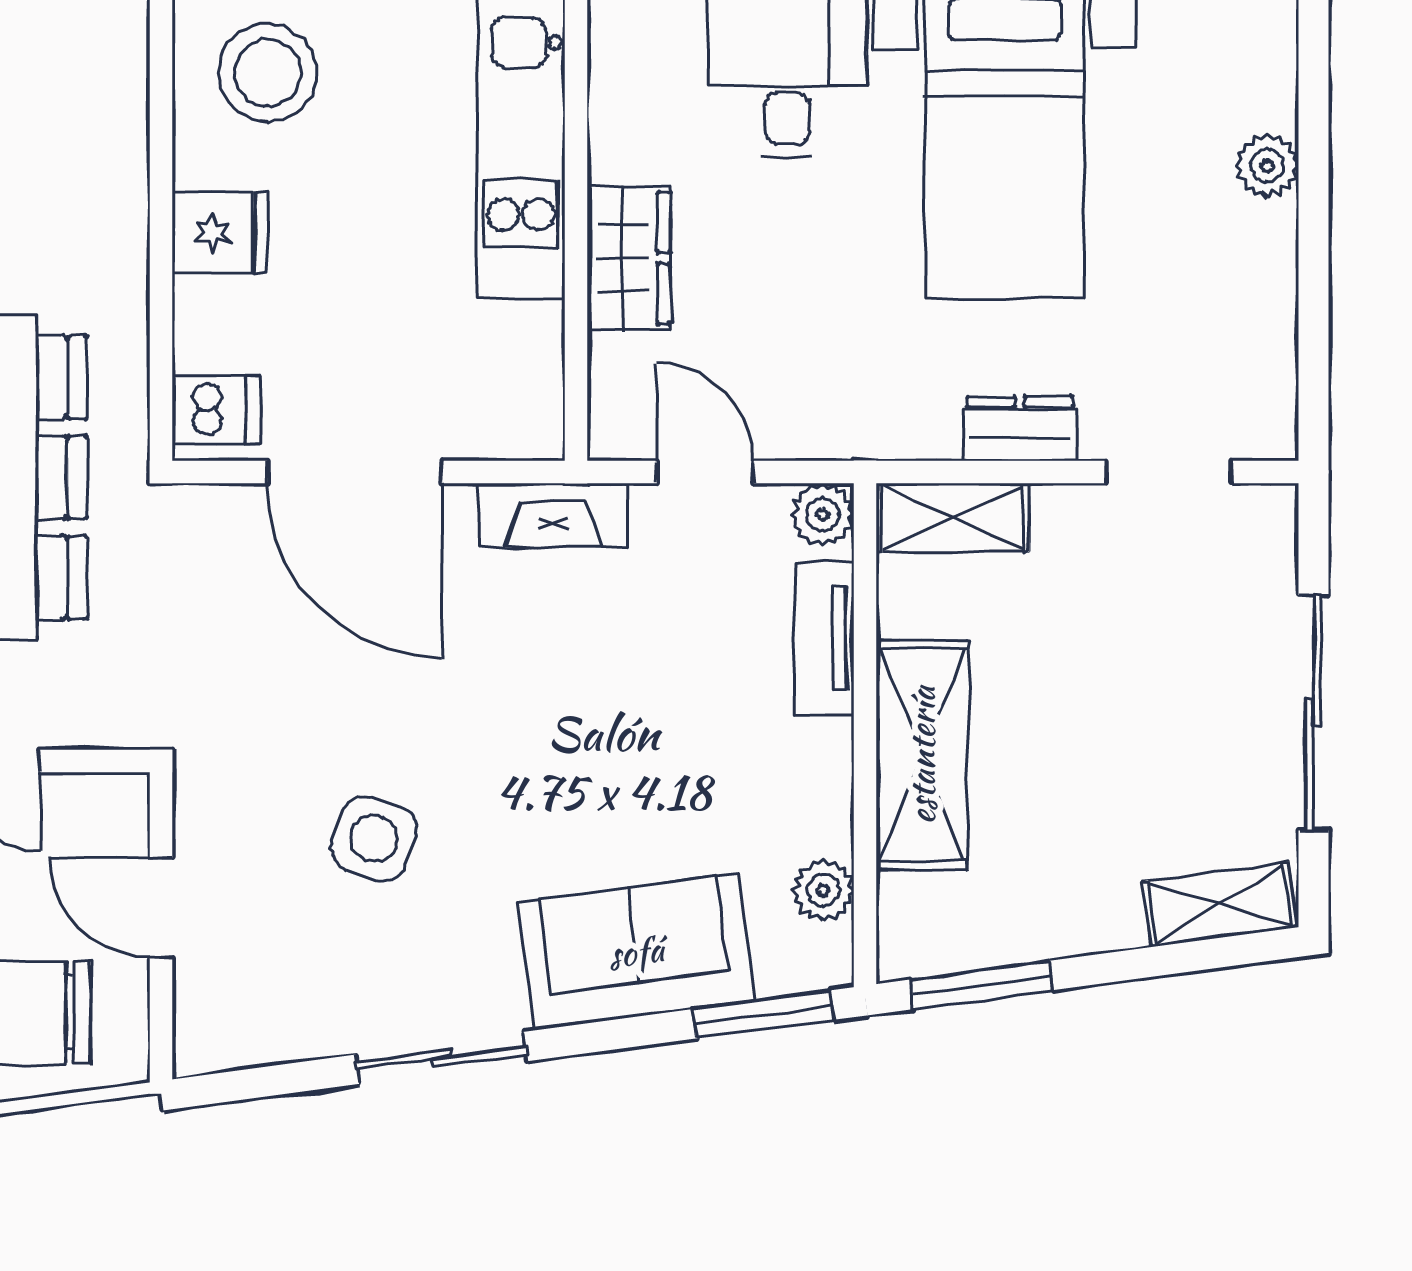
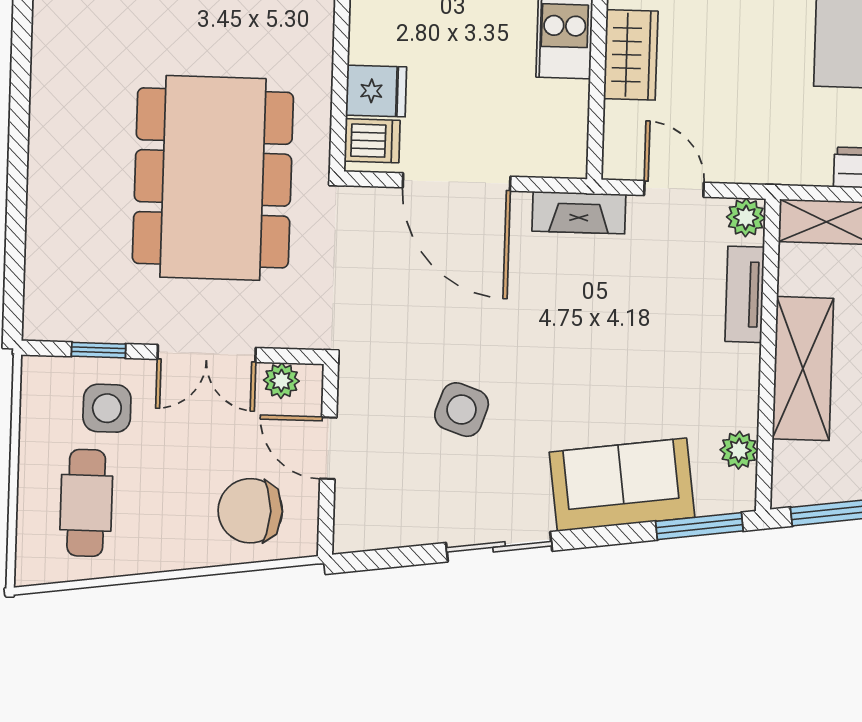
fridge: (220, 233) -> (376, 91), moved
plant: (82, 801) -> (281, 381), added

